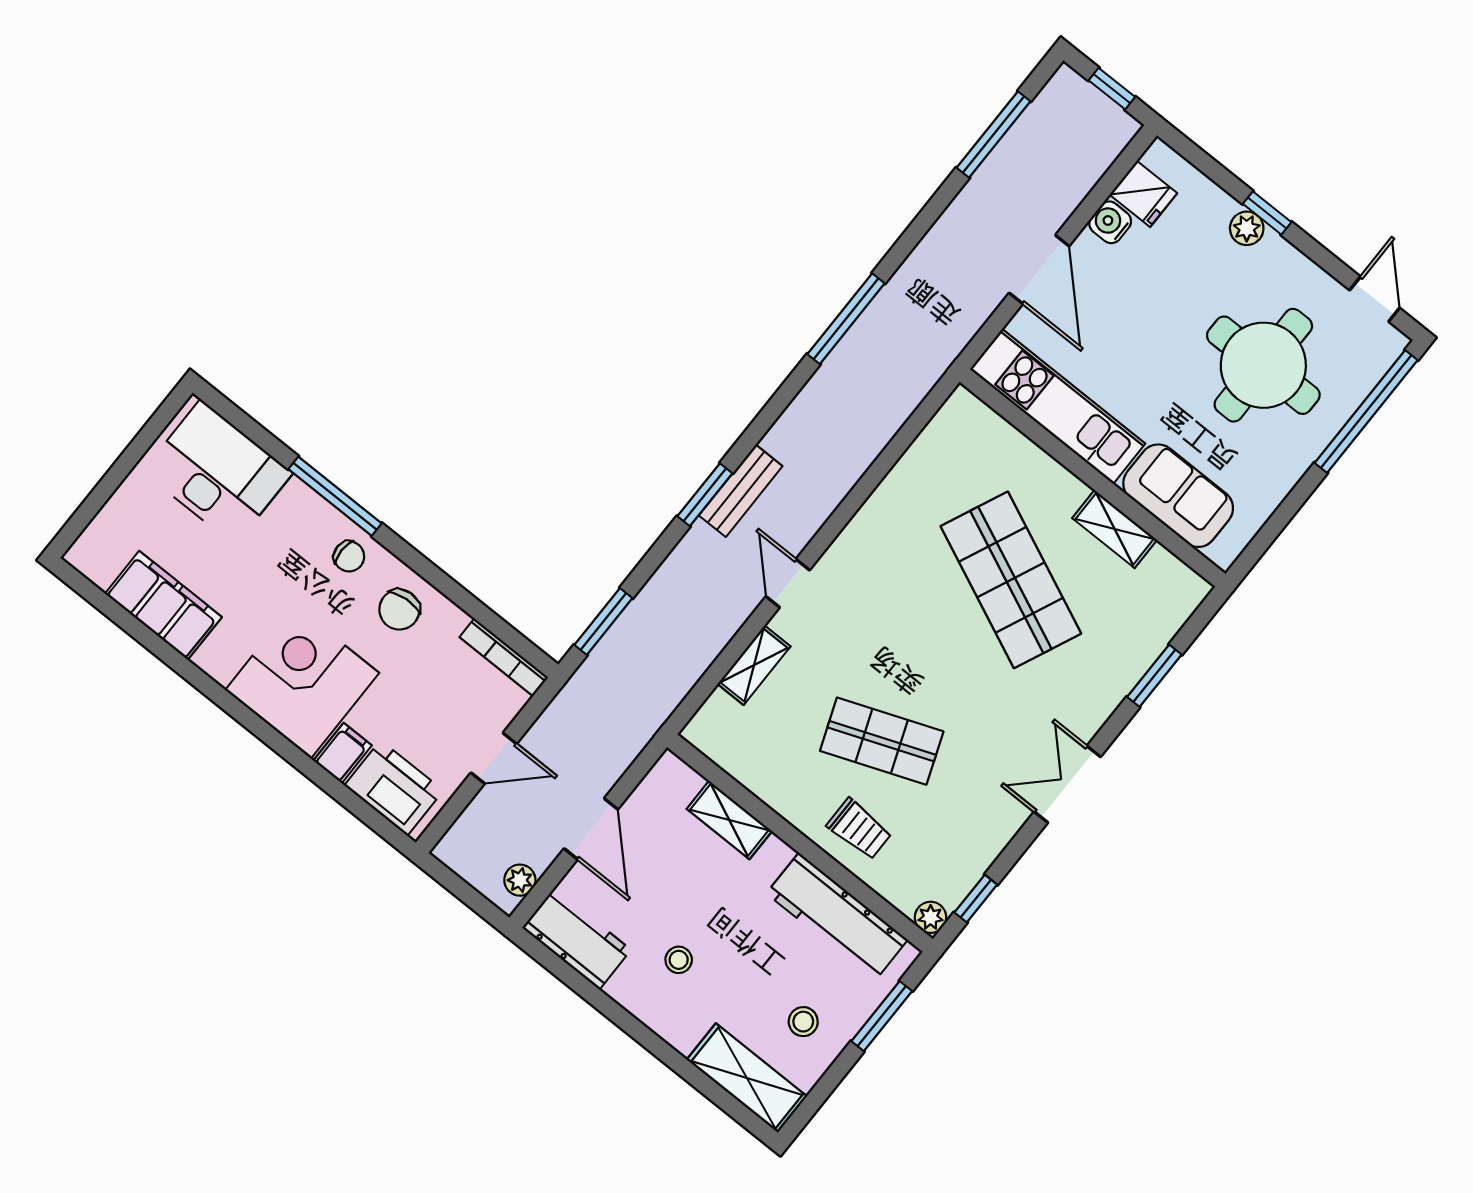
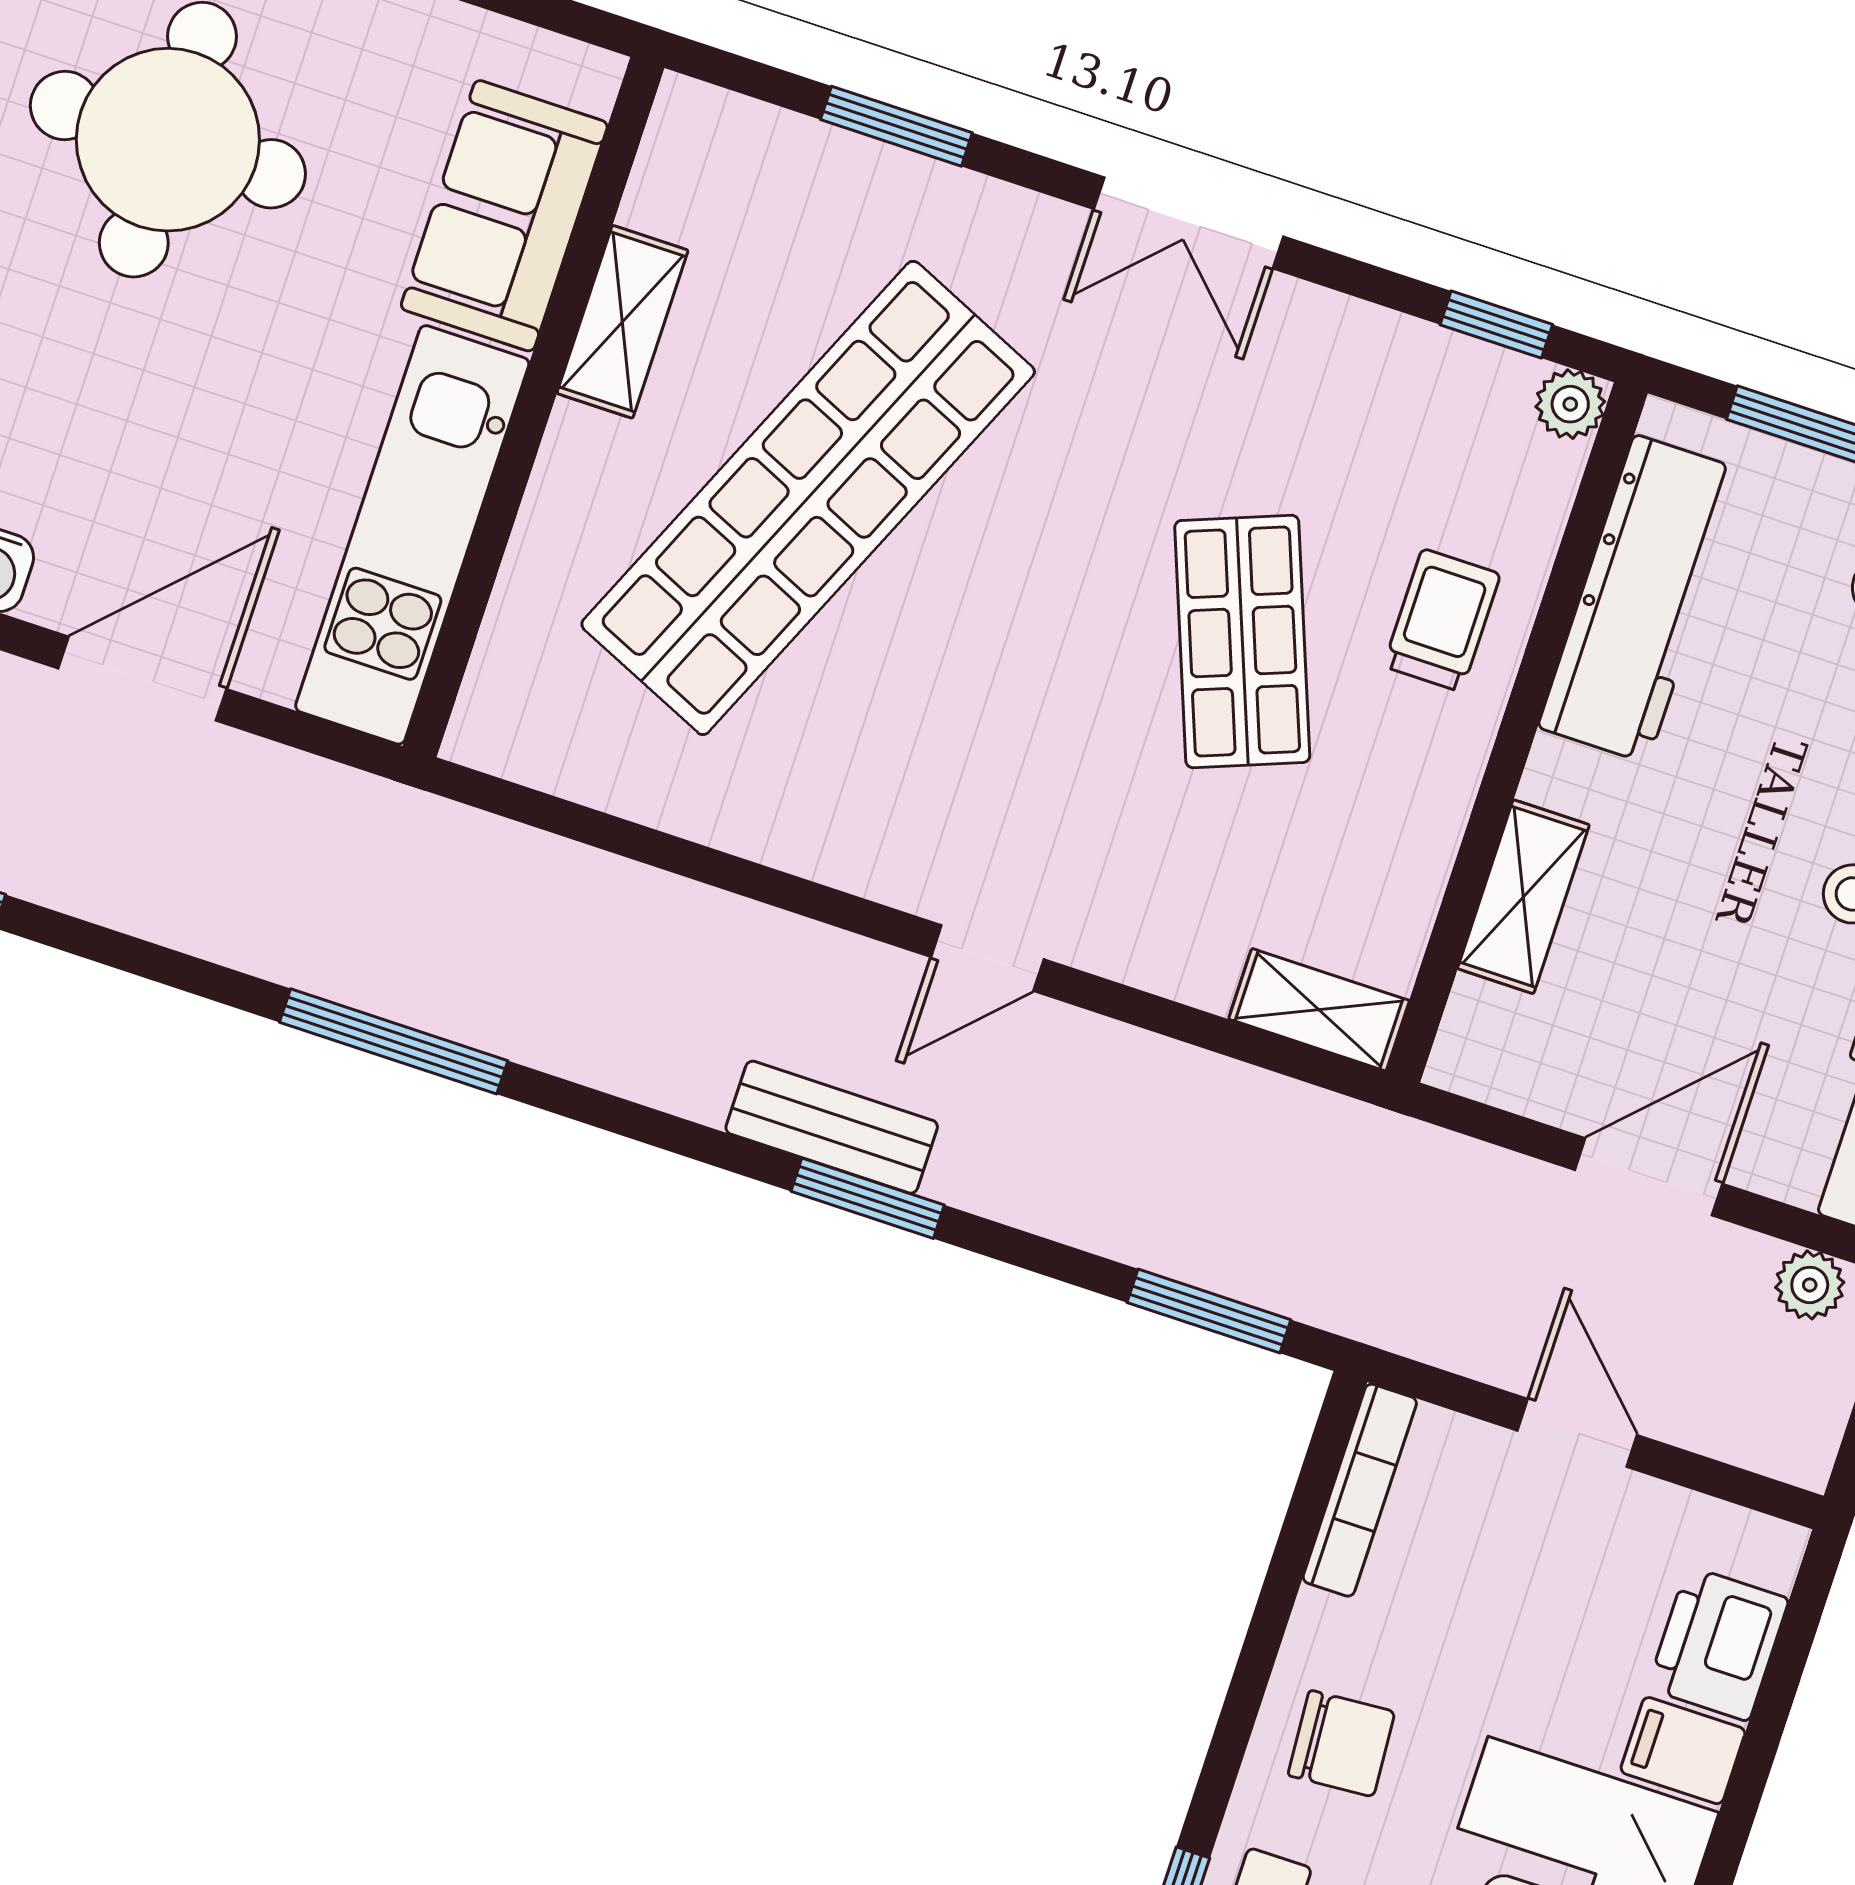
shop shelf: (1011, 580) -> (808, 498), width x1.40
shelving: (754, 665) -> (1319, 1010), moved
printer: (394, 788) -> (1718, 1644), width x0.73, depth x0.84

